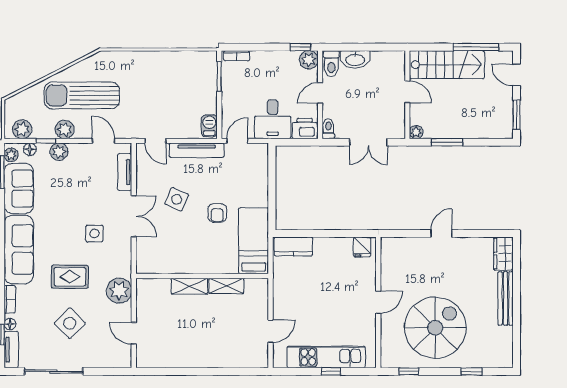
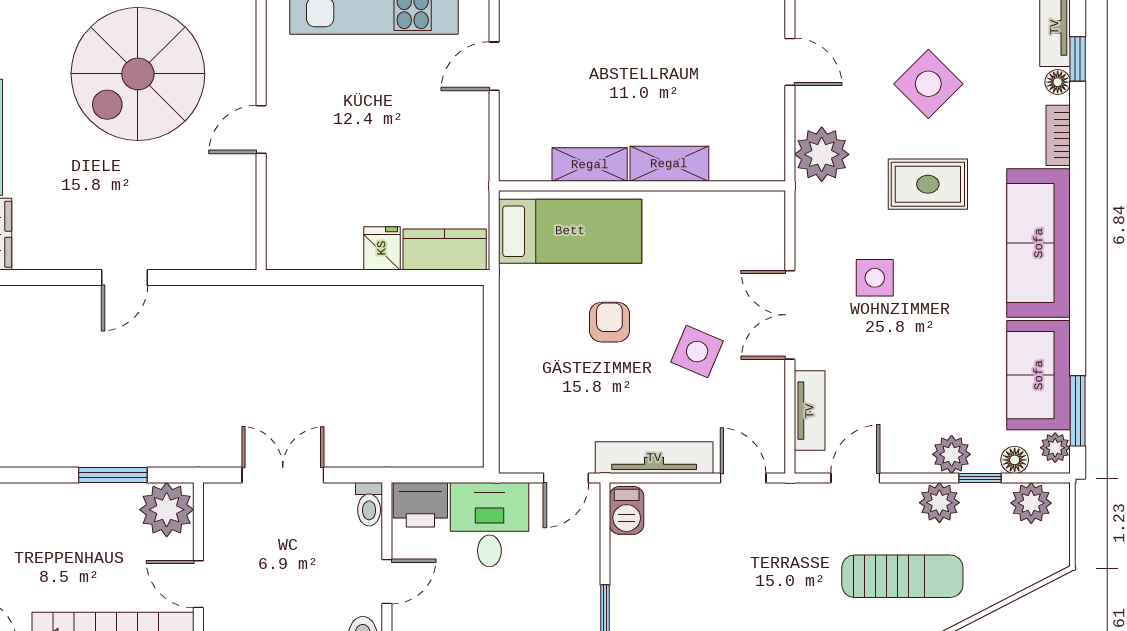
sun lounger: (82, 95) -> (902, 576), width x0.73, depth x0.75
plant: (416, 132) -> (167, 510), width x1.88, depth x1.88
door: (103, 141) -> (855, 478), swing flipped
bed: (254, 241) -> (570, 231), moved, turned -90
fridge: (362, 247) -> (382, 248), moved

